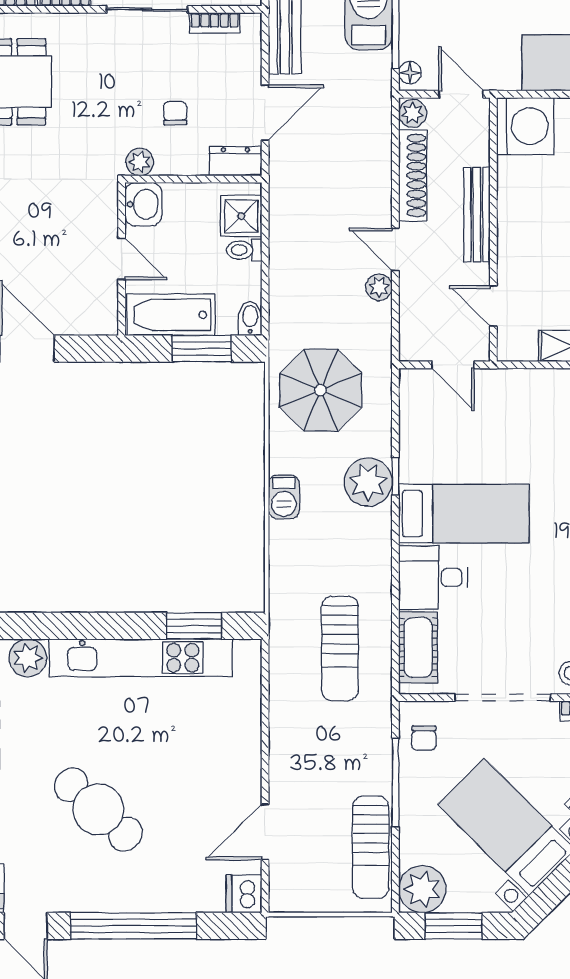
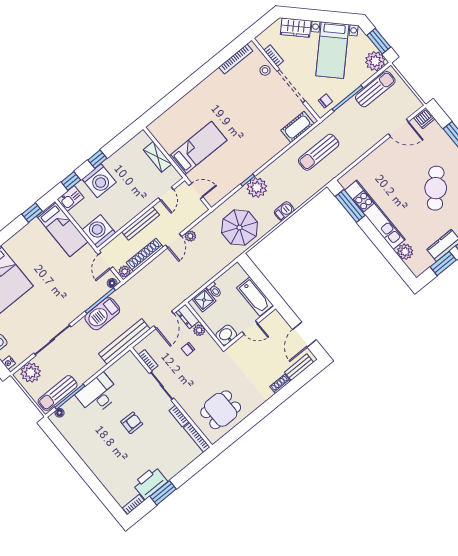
door: (265, 113) -> (164, 320), swing flipped
plant: (140, 162) -> (199, 330), moved
door: (122, 259) -> (250, 328), swing flipped
bidet: (250, 319) -> (235, 270), removed
window: (202, 349) -> (258, 277), removed
door: (453, 365) -> (196, 191), hinge flipped
bed: (464, 514) -> (198, 148), moved, turned 90
desk: (433, 577) -> (271, 141), removed
window: (194, 626) -> (350, 206), width x1.44
sun lounger: (340, 648) -> (319, 152), turned 180

